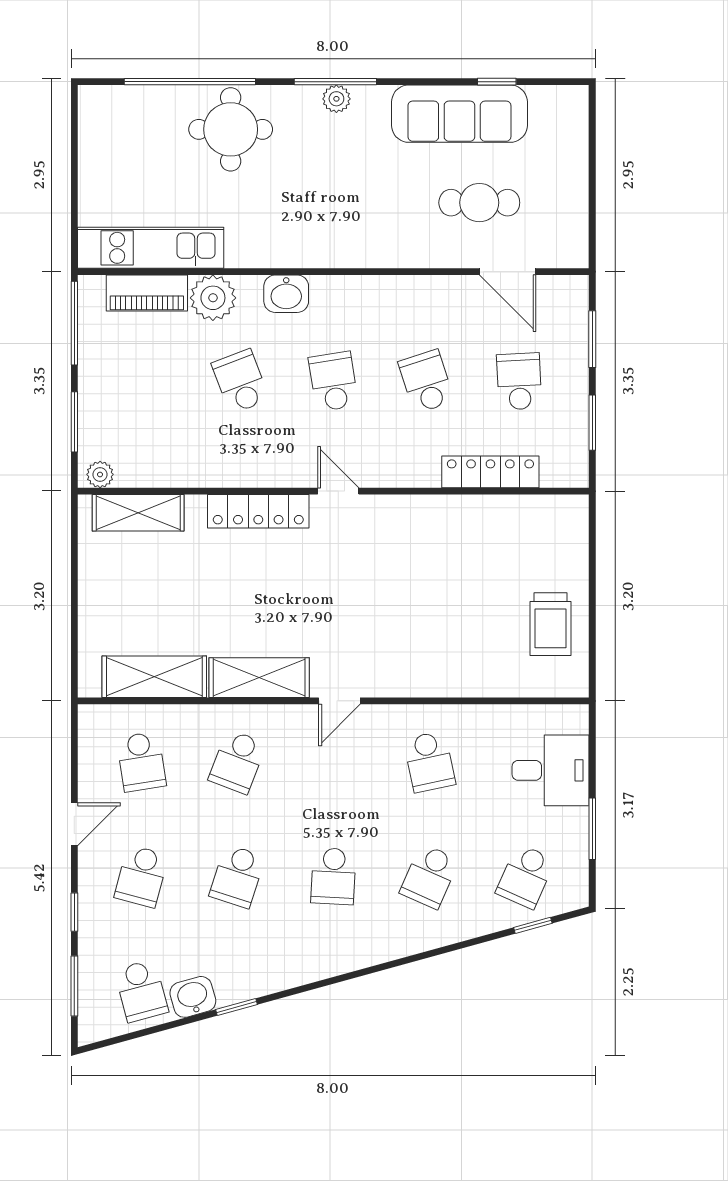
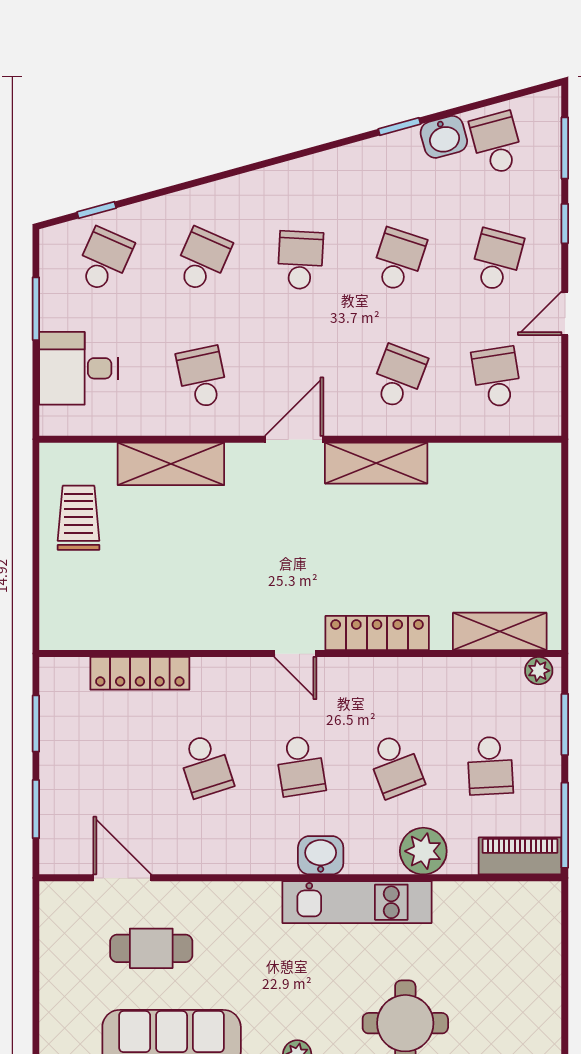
kitchen unit: (151, 248) -> (357, 902), moved
piano: (147, 293) -> (520, 856), moved
washbasin: (286, 294) -> (321, 855), moved
school desk: (519, 381) -> (490, 766), moved
shelving: (154, 677) -> (171, 464), moved
door: (339, 701) -> (294, 439), width x1.38

